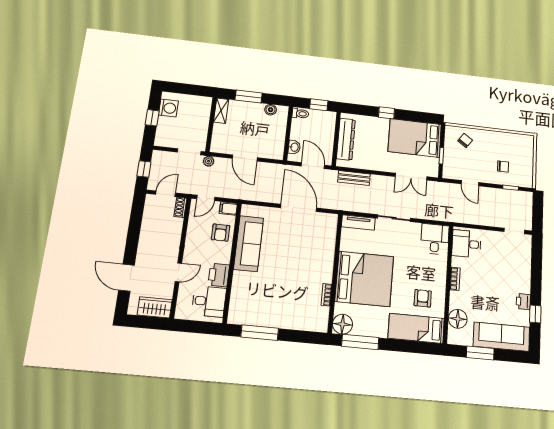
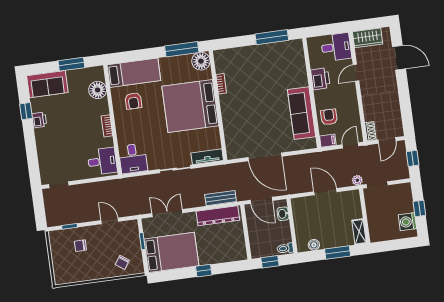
dresser: (346, 139) -> (218, 216), moved, turned -90
desk: (209, 301) -> (336, 47), moved, turned 180
sofa: (501, 337) -> (47, 84), width x0.73

